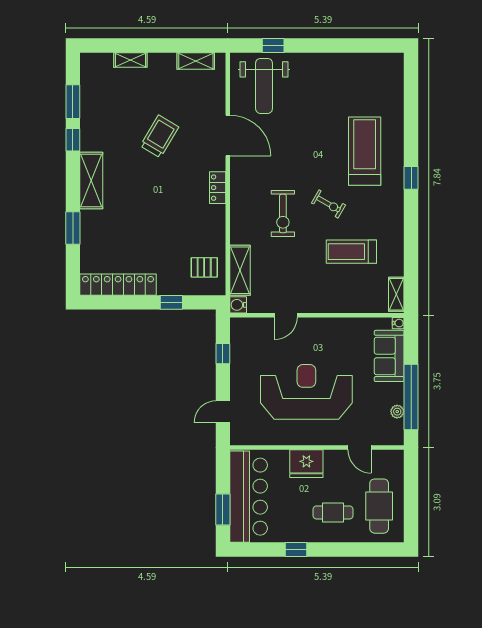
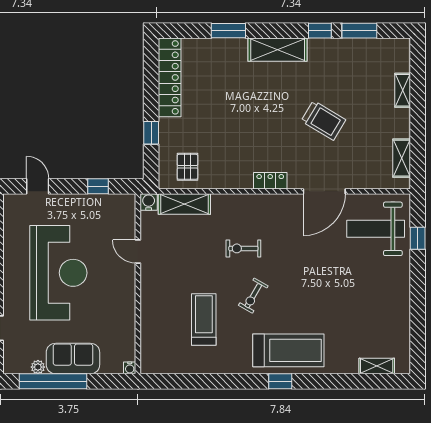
treadmill: (365, 151) -> (288, 350), moved
exercise bike: (283, 213) -> (243, 248), width x0.73, depth x0.72
shelving: (396, 294) -> (377, 366), moved
sofa: (389, 356) -> (73, 359), moved

